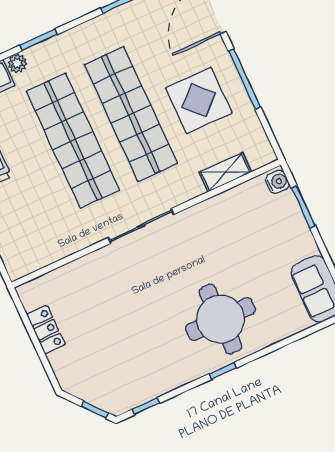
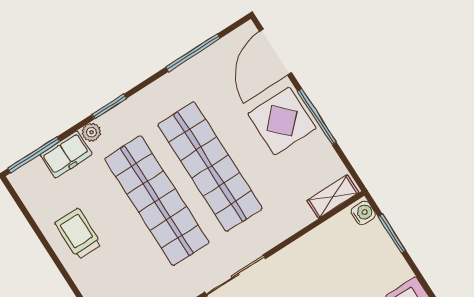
display table: (199, 100) -> (282, 121), moved
shelving: (225, 172) -> (333, 197), moved

